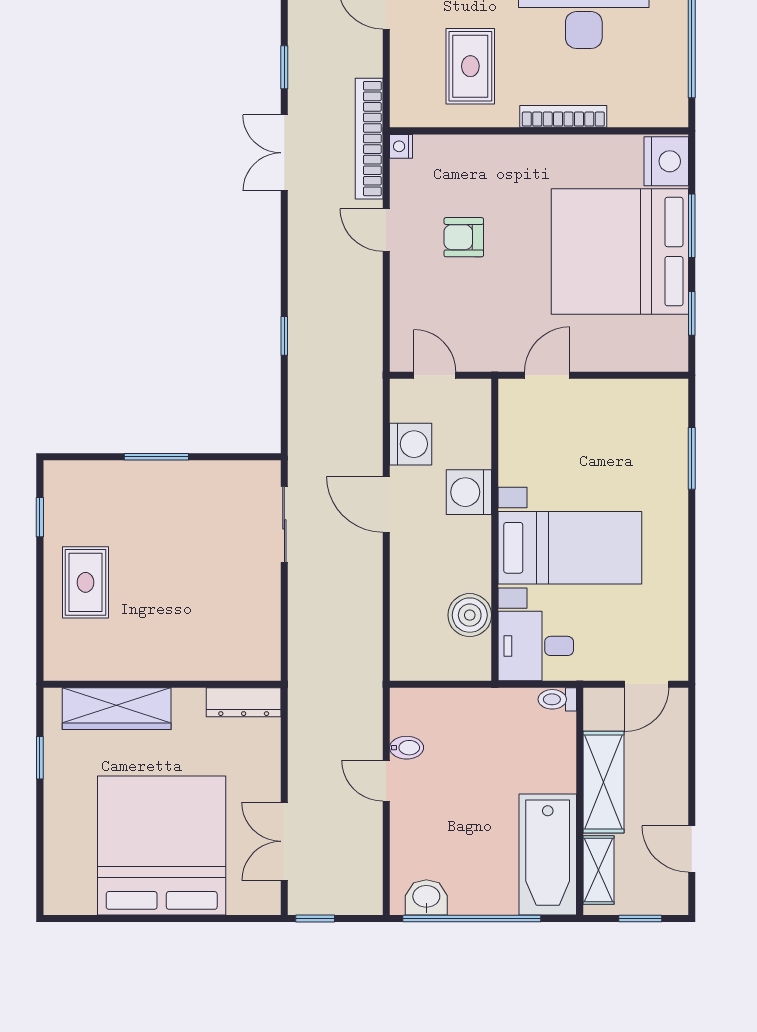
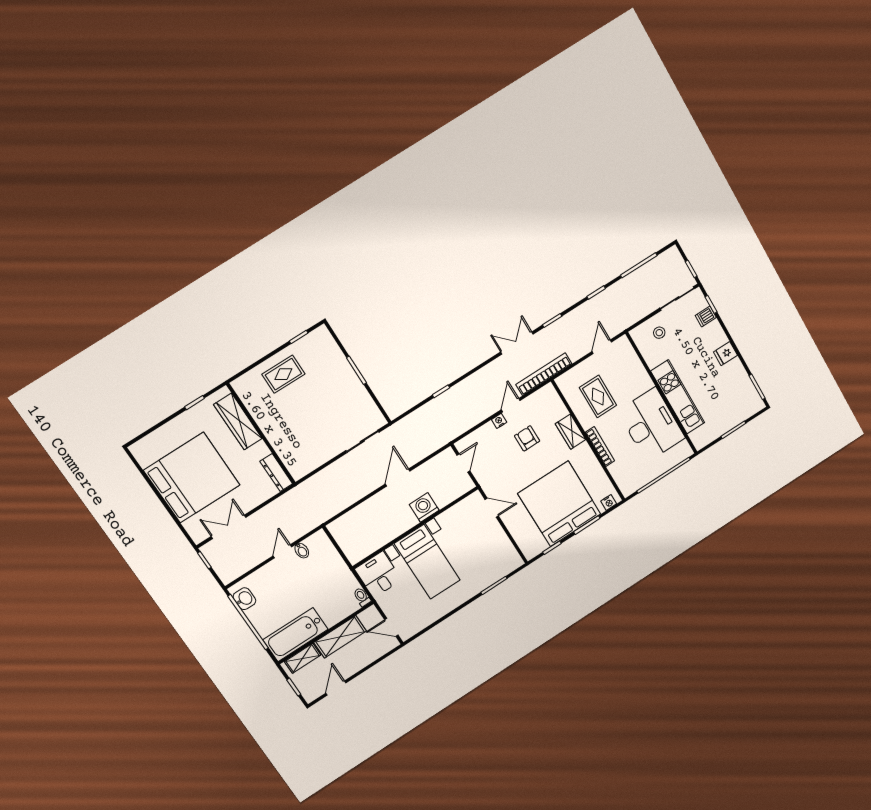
rug: (470, 66) -> (598, 396), turned 90
nightstand: (401, 146) -> (499, 421), moved
wardrobe: (502, 153) -> (571, 432), added
nightstand: (666, 161) -> (609, 502), width x0.53, depth x0.56
washing machine: (411, 444) -> (429, 471), removed
boiler: (470, 615) -> (374, 540), removed

